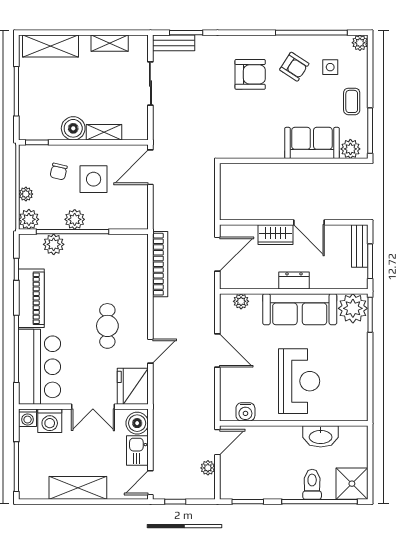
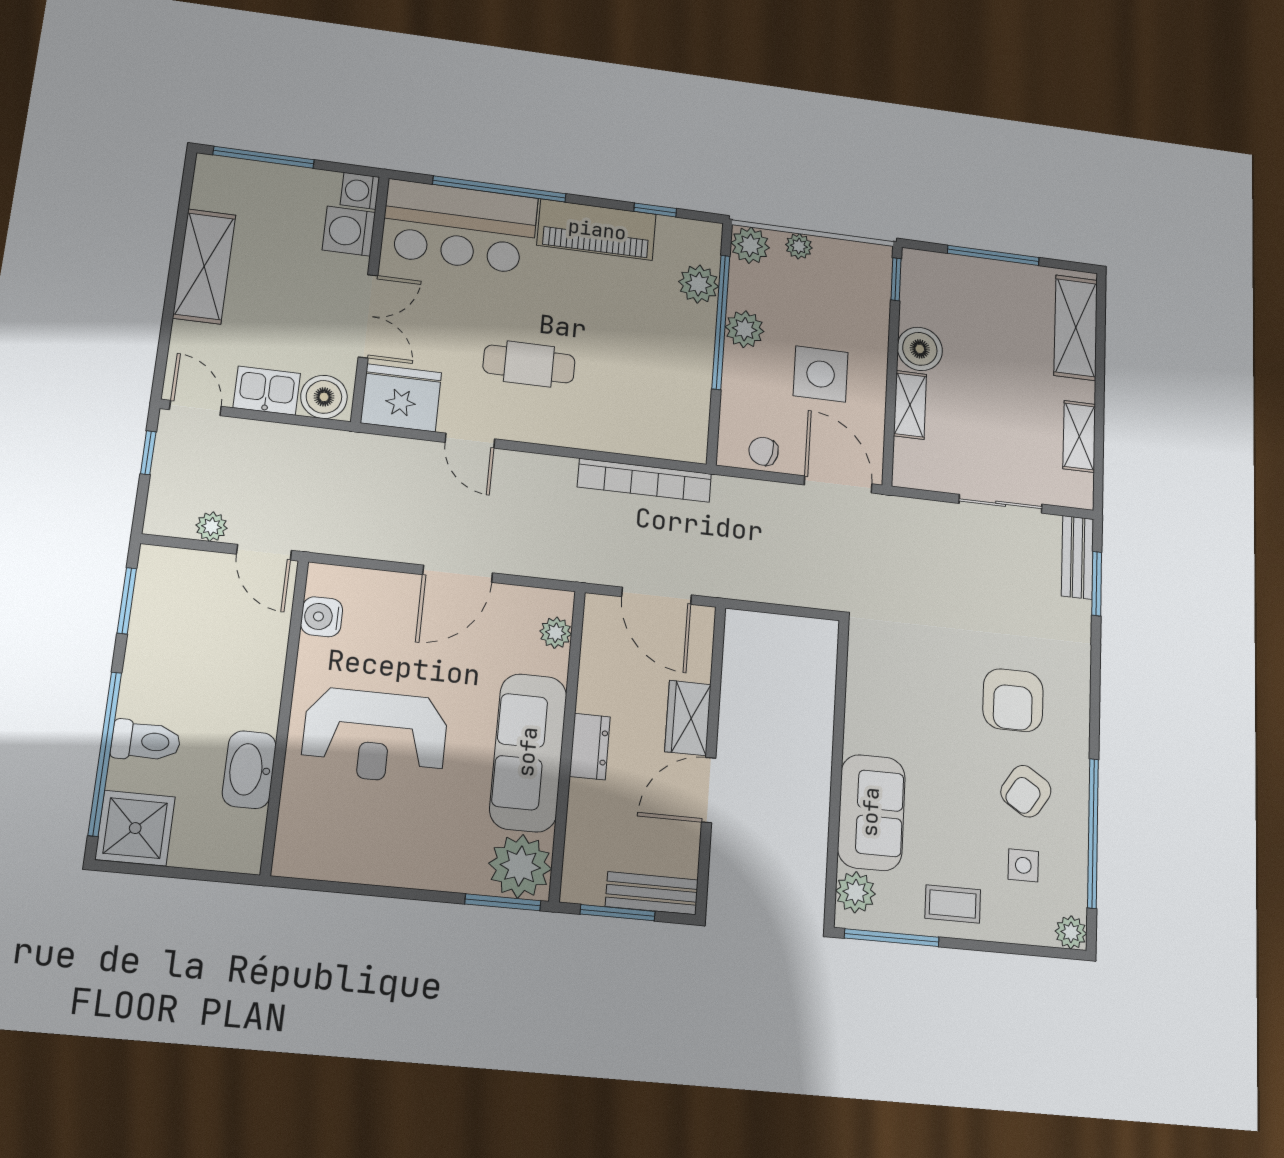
chair: (59, 172) -> (764, 451), moved
double door: (93, 407) -> (368, 316), swing flipped

